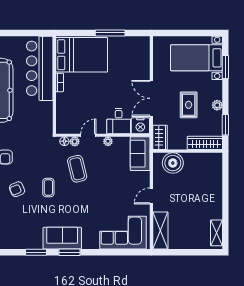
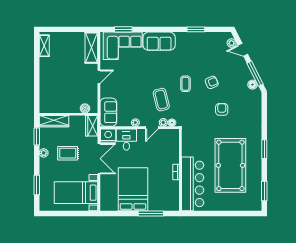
window: (110, 33) -> (151, 214), moved
bed: (82, 55) -> (133, 189), moved, turned 90
bed with nightstands: (197, 58) -> (76, 193), moved, turned 180
rug: (189, 105) -> (68, 153), turned 90
boiler: (173, 163) -> (85, 108), width x0.54, depth x0.54
sofa: (62, 238) -> (159, 41), moved
window: (70, 252) -> (123, 29), moved

